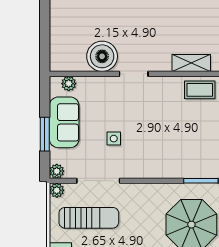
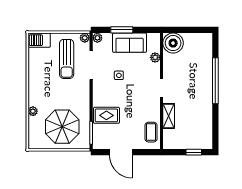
boiler: (102, 56) -> (173, 43), moved
shelving: (191, 63) -> (169, 116), moved
plant: (69, 84) -> (155, 57), moved
rug: (174, 157) -> (106, 115), added

